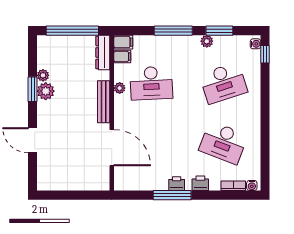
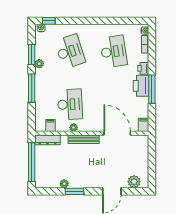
filing cabinet: (123, 42) -> (144, 125), moved
plant: (46, 91) -> (134, 182), moved
desk: (223, 143) -> (114, 51), turned -30
door: (112, 148) -> (117, 133), hinge flipped
printer: (177, 184) -> (141, 86), width x1.87, depth x1.48

